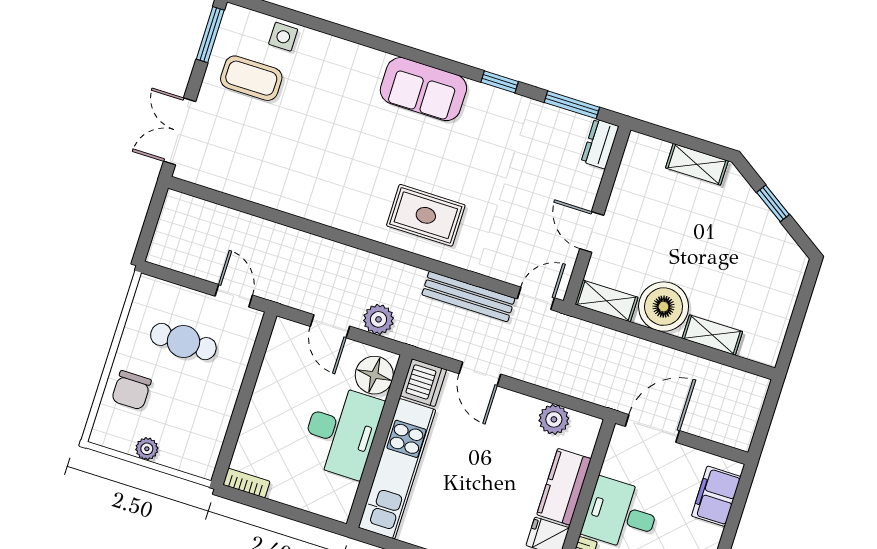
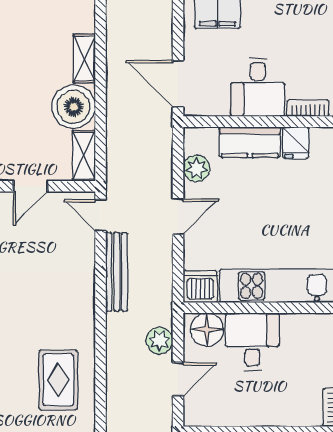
rug: (426, 215) -> (58, 380), moved
door: (480, 374) -> (178, 217), moved
desk: (342, 431) -> (252, 342), width x0.73

